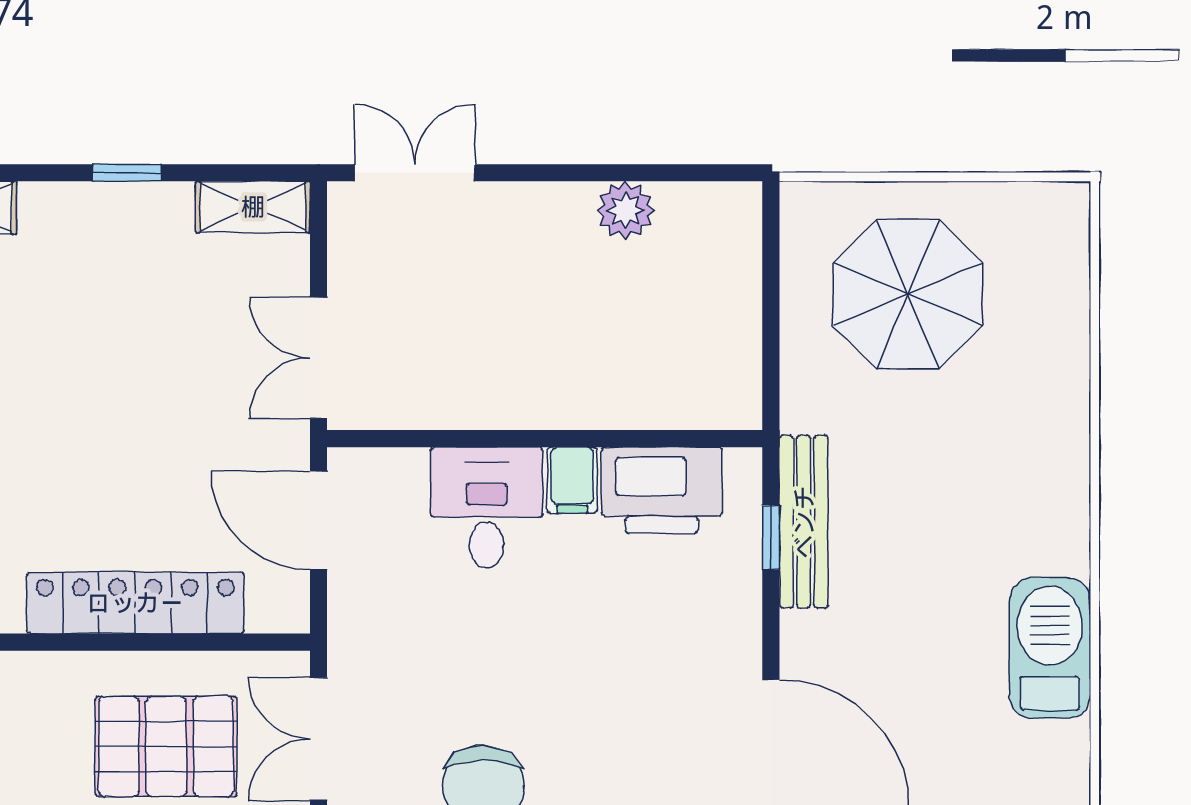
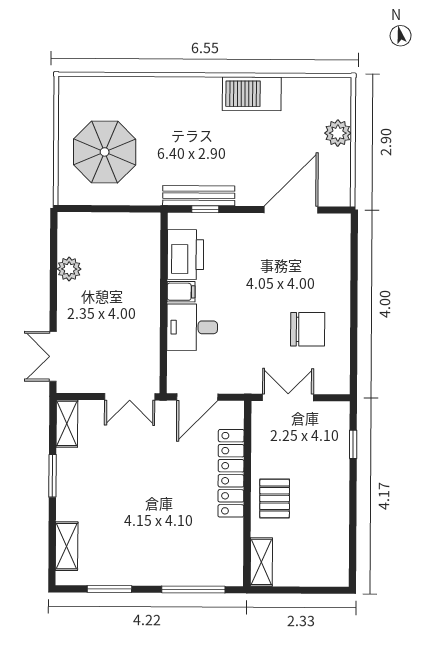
window: (127, 173) -> (52, 476), width x1.50
double door: (319, 739) -> (288, 398), swing flipped
pallet: (166, 746) -> (275, 499), moved, width x0.67, depth x0.71

